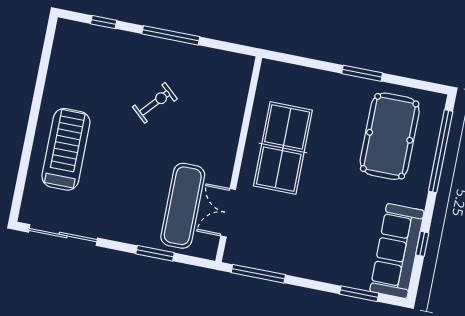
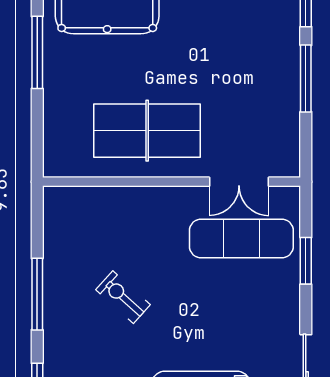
window: (362, 73) -> (37, 52), width x1.44
window: (258, 274) -> (306, 79), moved

